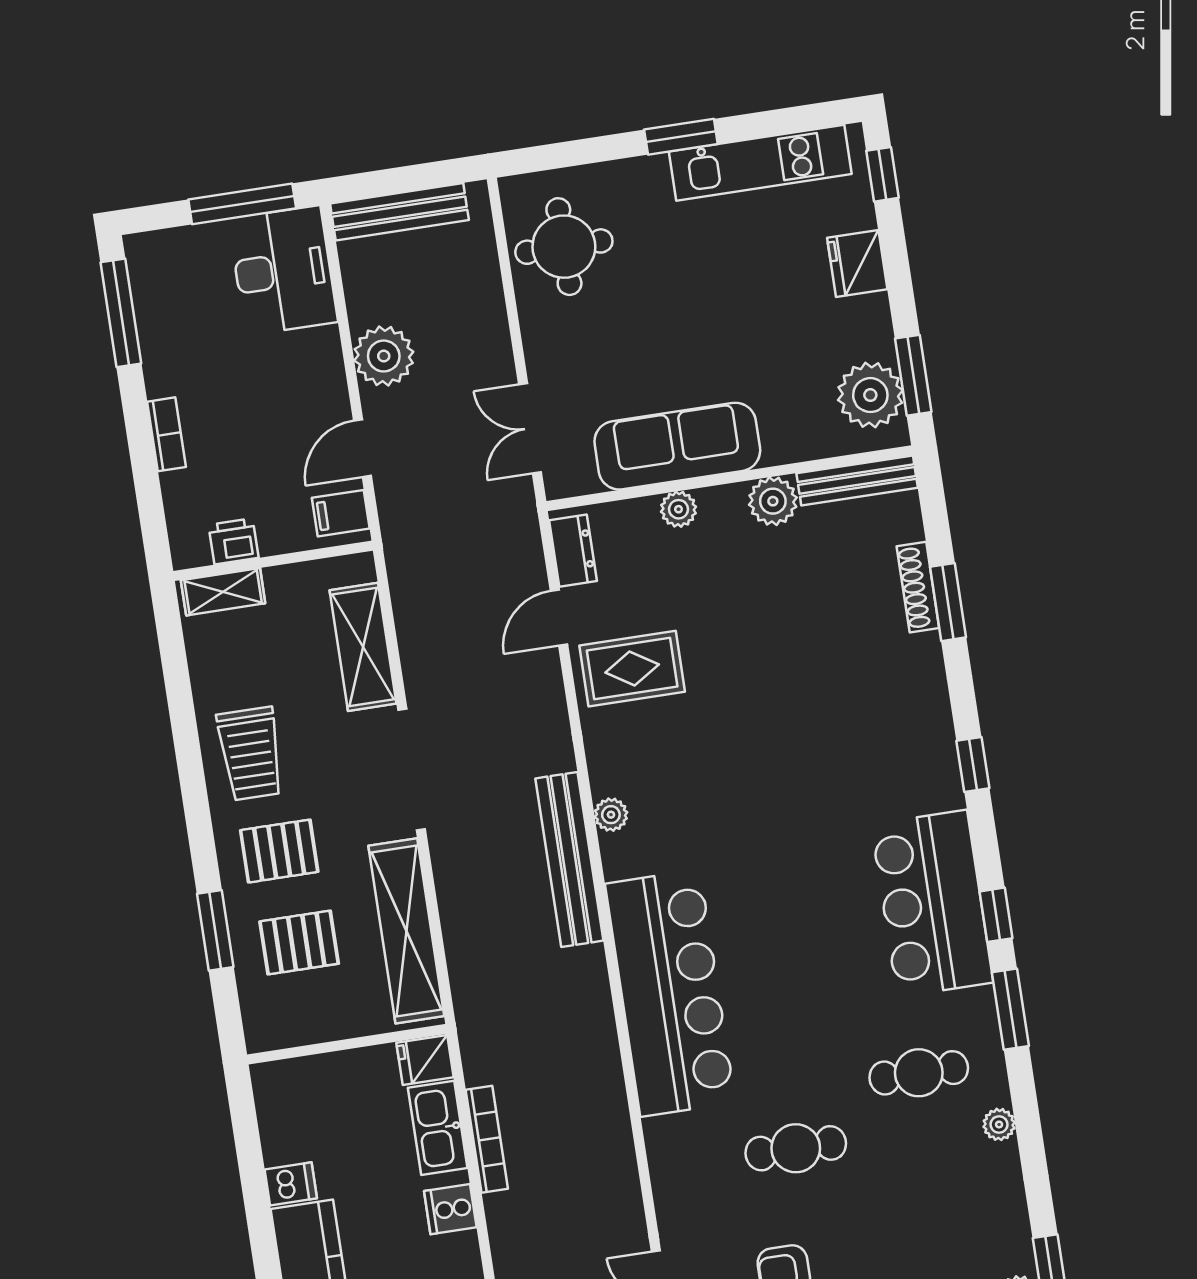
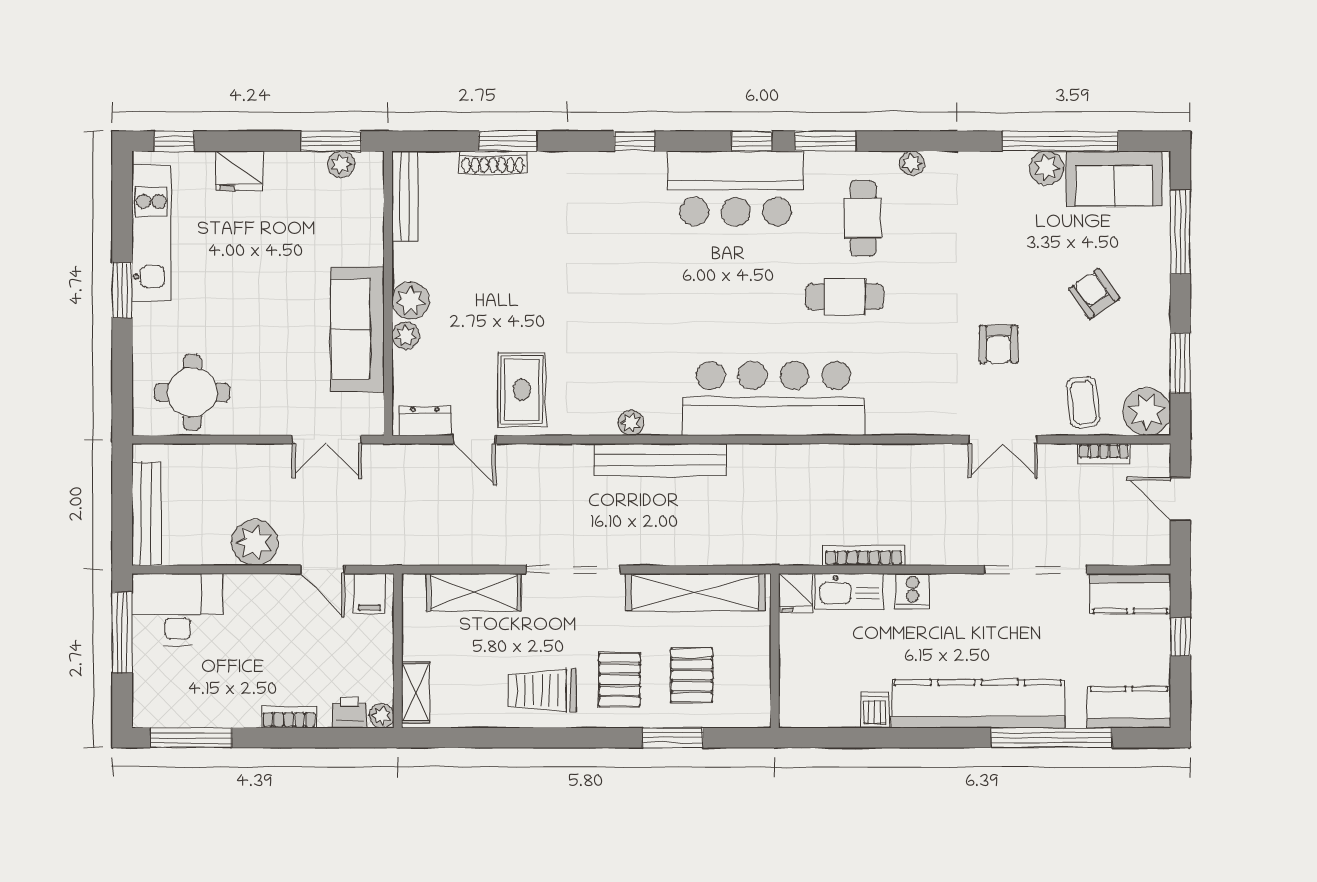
plant: (870, 395) -> (341, 164), width x0.53, depth x0.53
plant: (773, 501) -> (411, 301), moved
printer: (233, 541) -> (349, 712), moved, turned 90
plant: (187, 553) -> (382, 716), added
trolley: (251, 754) -> (542, 690), turned 180
cafe table: (796, 1148) -> (845, 297), moved, turned 90

